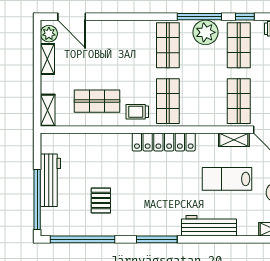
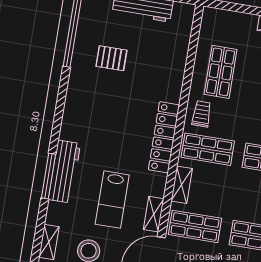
shelving: (48, 110) -> (182, 185), moved, turned 90
lab bench: (227, 179) -> (112, 200), turned 180
window: (157, 239) -> (48, 176), moved

